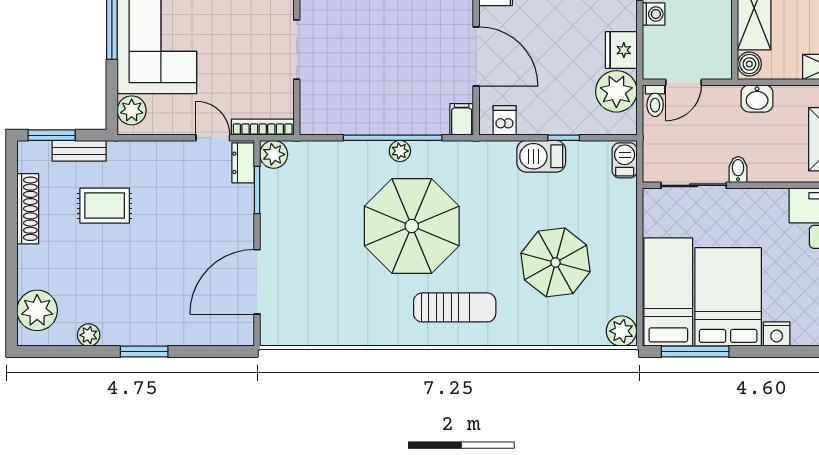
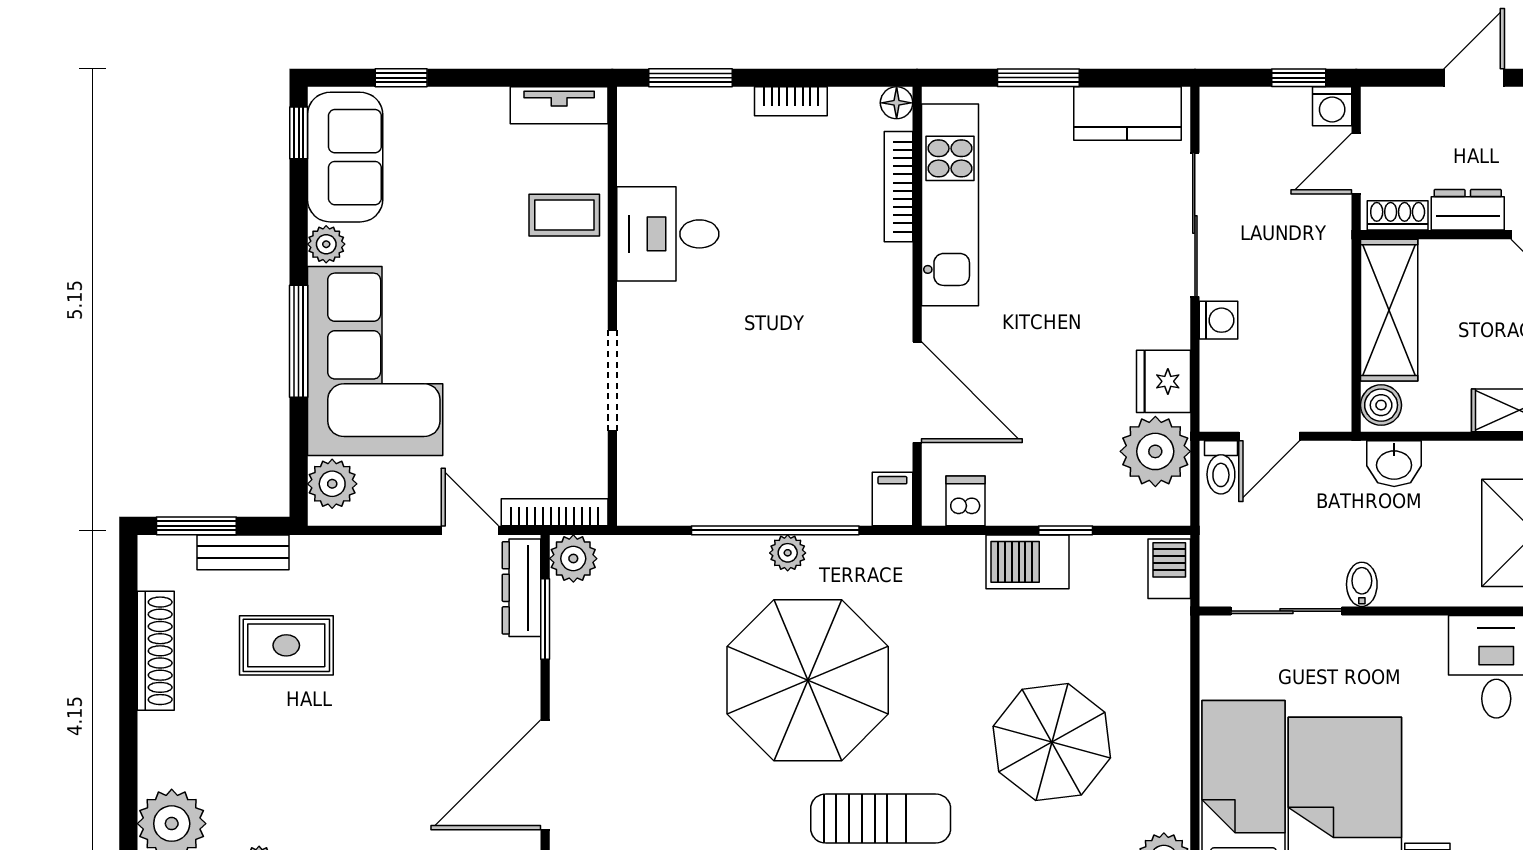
dresser: (243, 163) -> (521, 588), width x1.44

